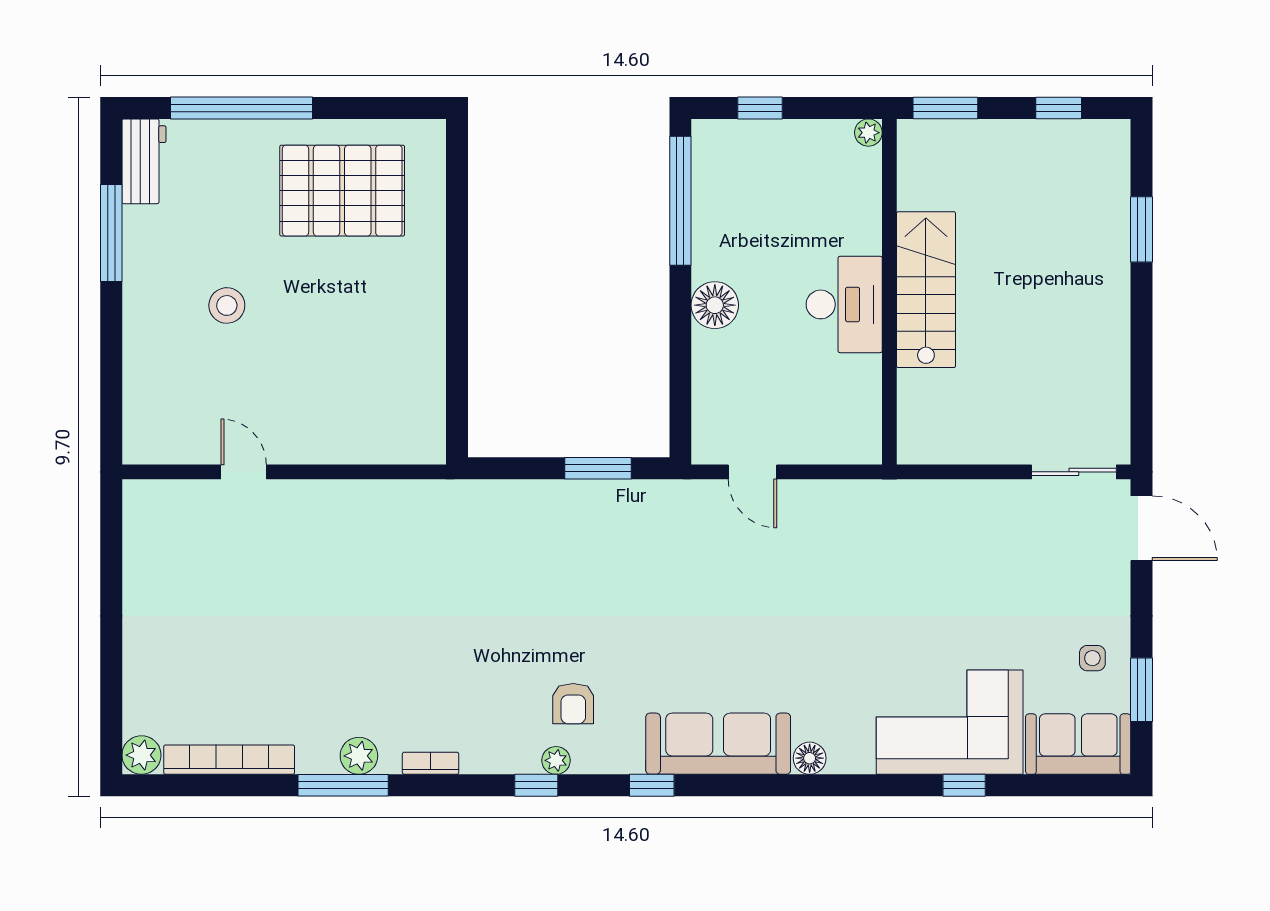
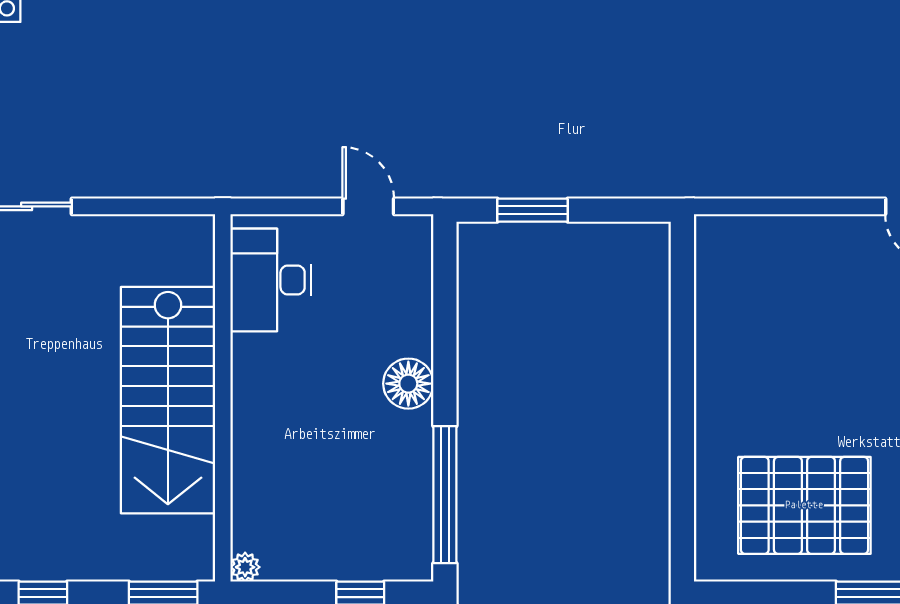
stairs: (926, 290) -> (168, 400), width x1.36, depth x1.51
desk: (844, 304) -> (271, 280), moved

